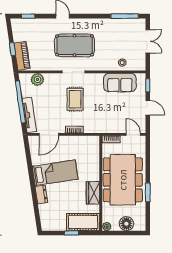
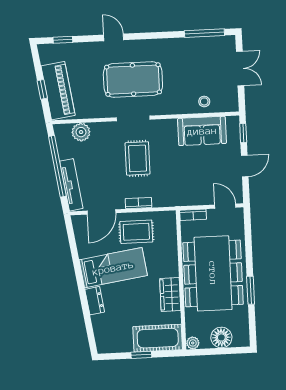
piano: (22, 56) -> (58, 91), width x1.37, depth x1.33
door: (148, 108) -> (245, 166), hinge flipped
rug: (72, 149) -> (136, 232), added

